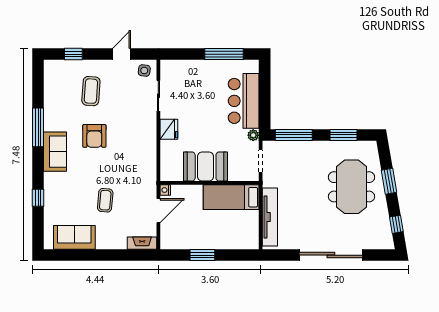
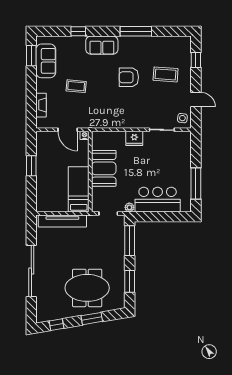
sofa: (55, 152) -> (102, 45), moved
fireplace: (142, 243) -> (41, 105), moved
window: (68, 255) -> (31, 56), added

